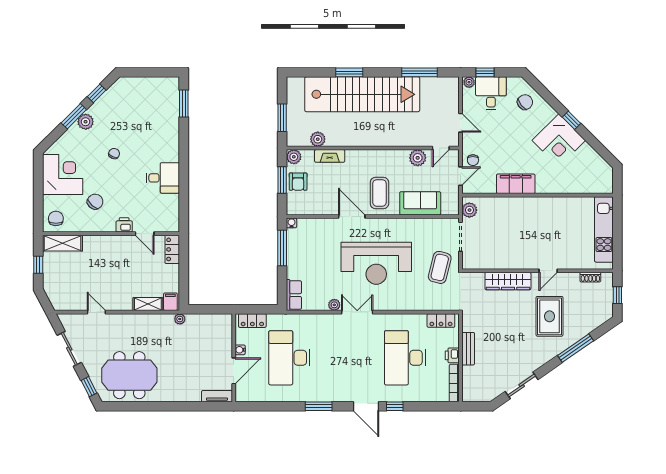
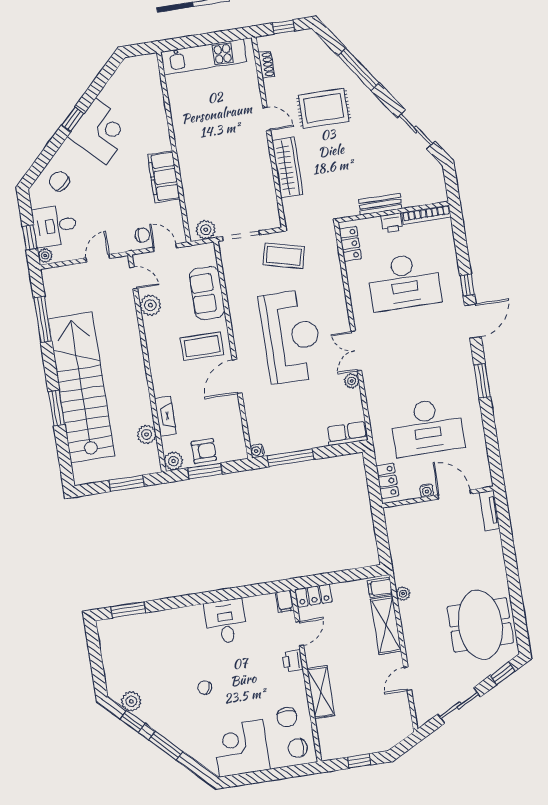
plant: (86, 122) -> (131, 701), moved
chair: (95, 202) -> (287, 717), moved, turned -131
filing cabinet: (171, 226) -> (285, 601), added
shelving: (63, 243) -> (321, 692), moved
shelving: (148, 304) -> (386, 625), width x1.50, depth x1.33
plant: (180, 319) -> (403, 594), moved

